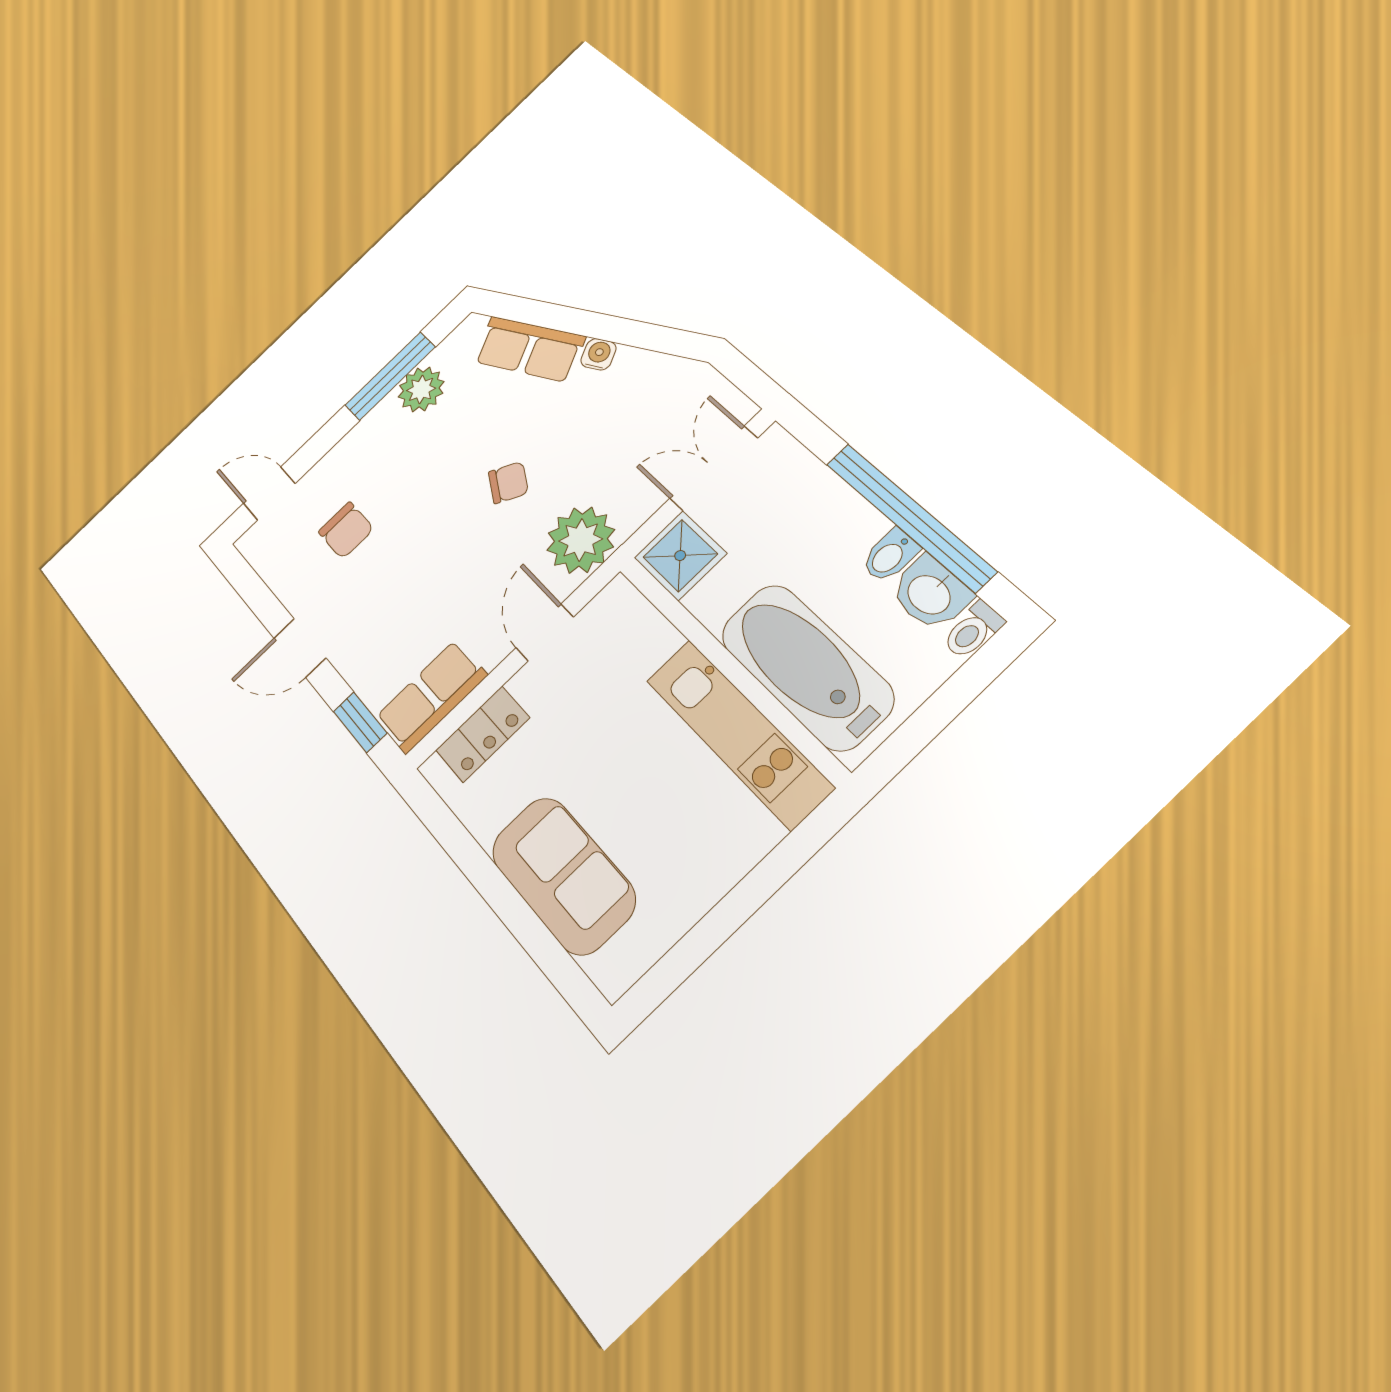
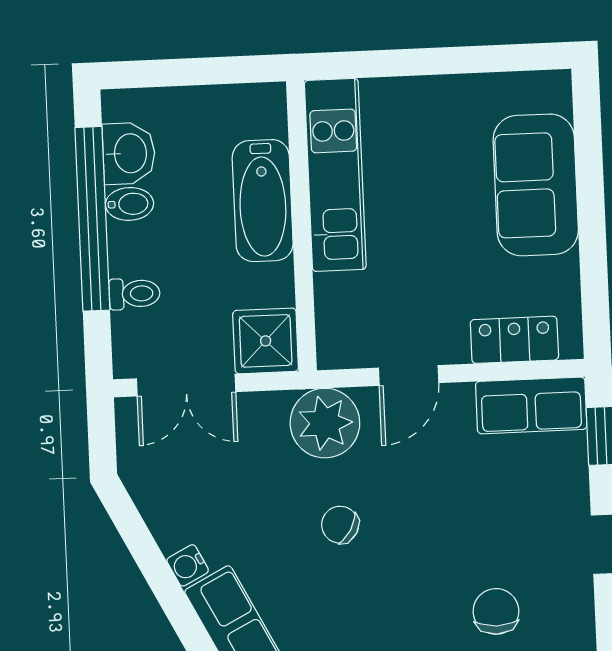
toilet: (973, 630) -> (135, 294), moved
bathtub: (806, 666) -> (263, 201), width x0.73, depth x0.73

